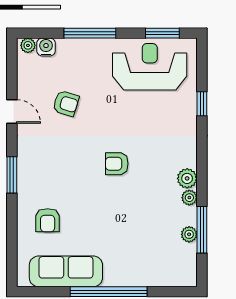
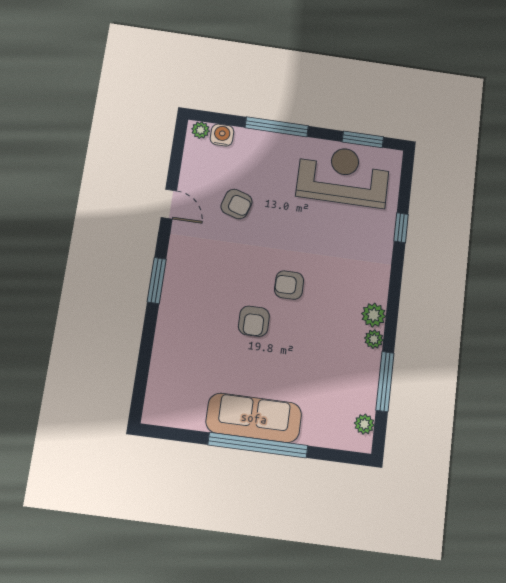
armchair: (48, 220) -> (254, 321), moved
plant: (189, 234) -> (364, 424), moved
sofa: (66, 271) -> (254, 418), moved

